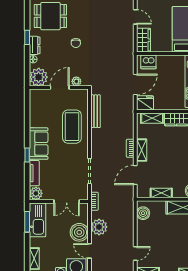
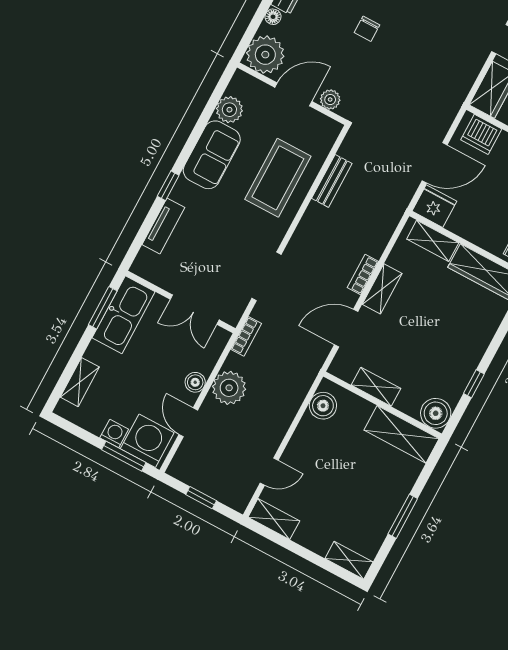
bench: (96, 111) -> (332, 181), width x0.73
sofa: (39, 144) -> (212, 155), moved
plant: (36, 193) -> (229, 110), moved
boiler: (79, 232) -> (195, 382), width x0.54, depth x0.54

